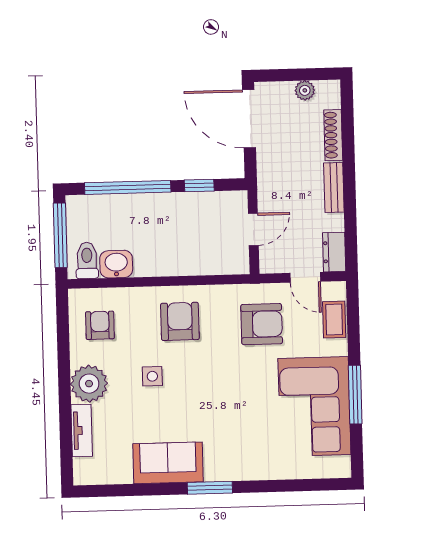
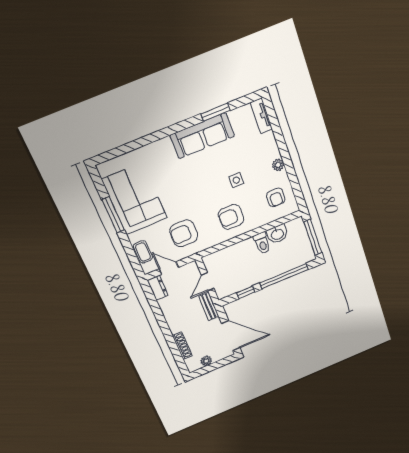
bench: (334, 187) -> (209, 307), moved
toilet: (87, 260) -> (262, 243), moved
armchair: (180, 321) -> (231, 217), turned 90
plant: (89, 384) -> (278, 165), width x0.53, depth x0.53
tv unit: (82, 431) -> (261, 116), moved
sofa: (168, 463) -> (202, 136), width x1.36
window: (210, 488) -> (215, 112), moved

